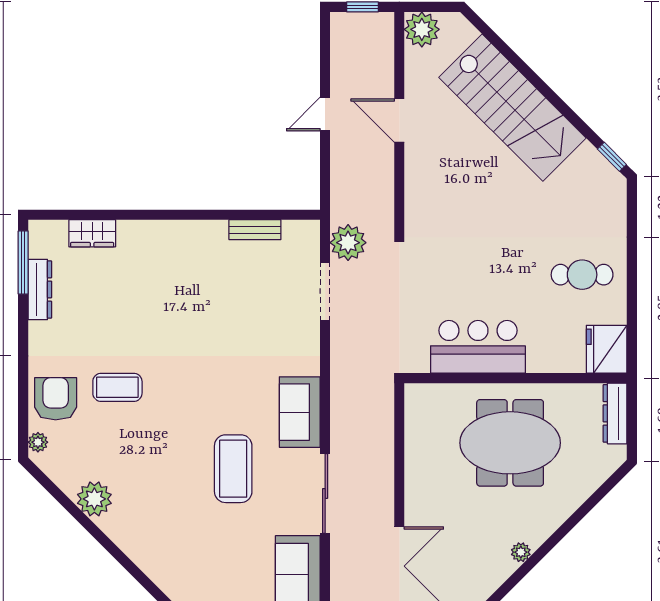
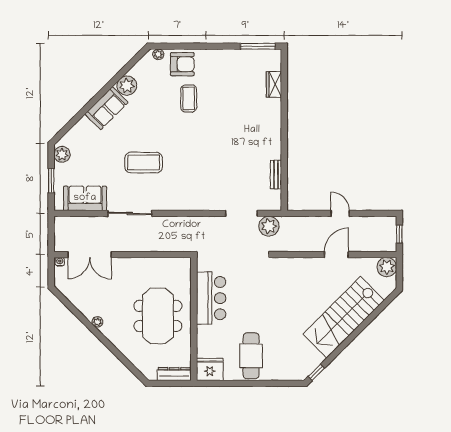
cafe table: (582, 275) -> (251, 356), width x1.37, depth x1.35
dresser: (40, 289) -> (243, 55), removed
sofa: (300, 412) -> (106, 108), moved, turned 135

